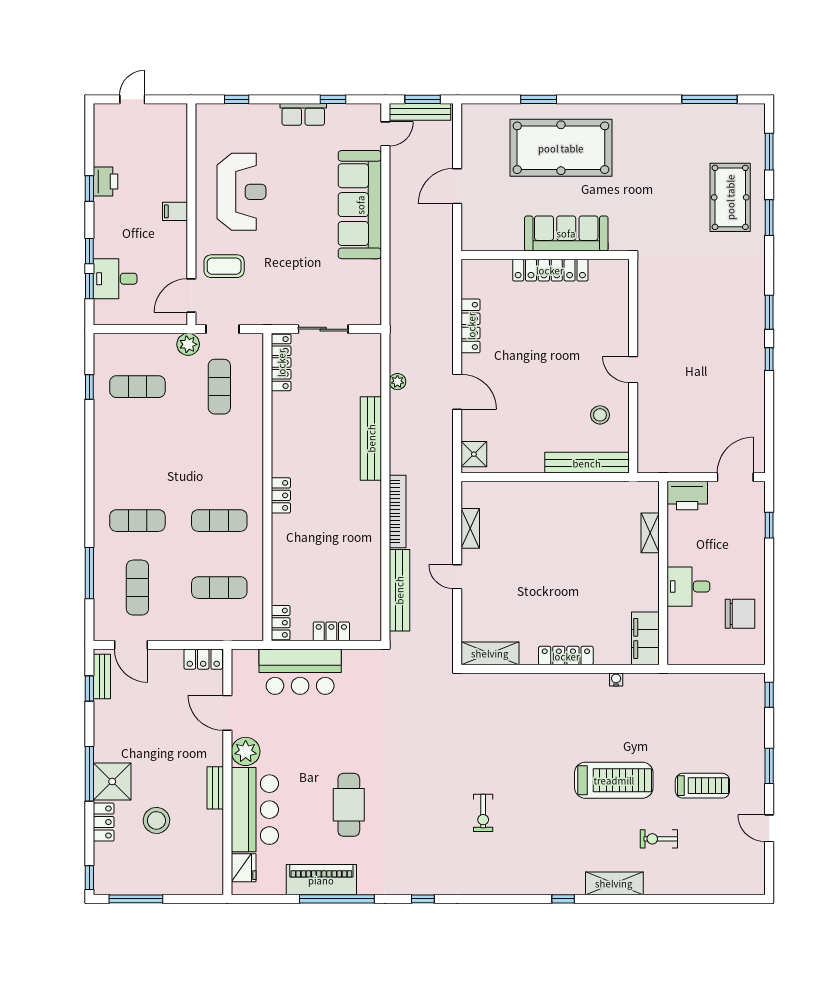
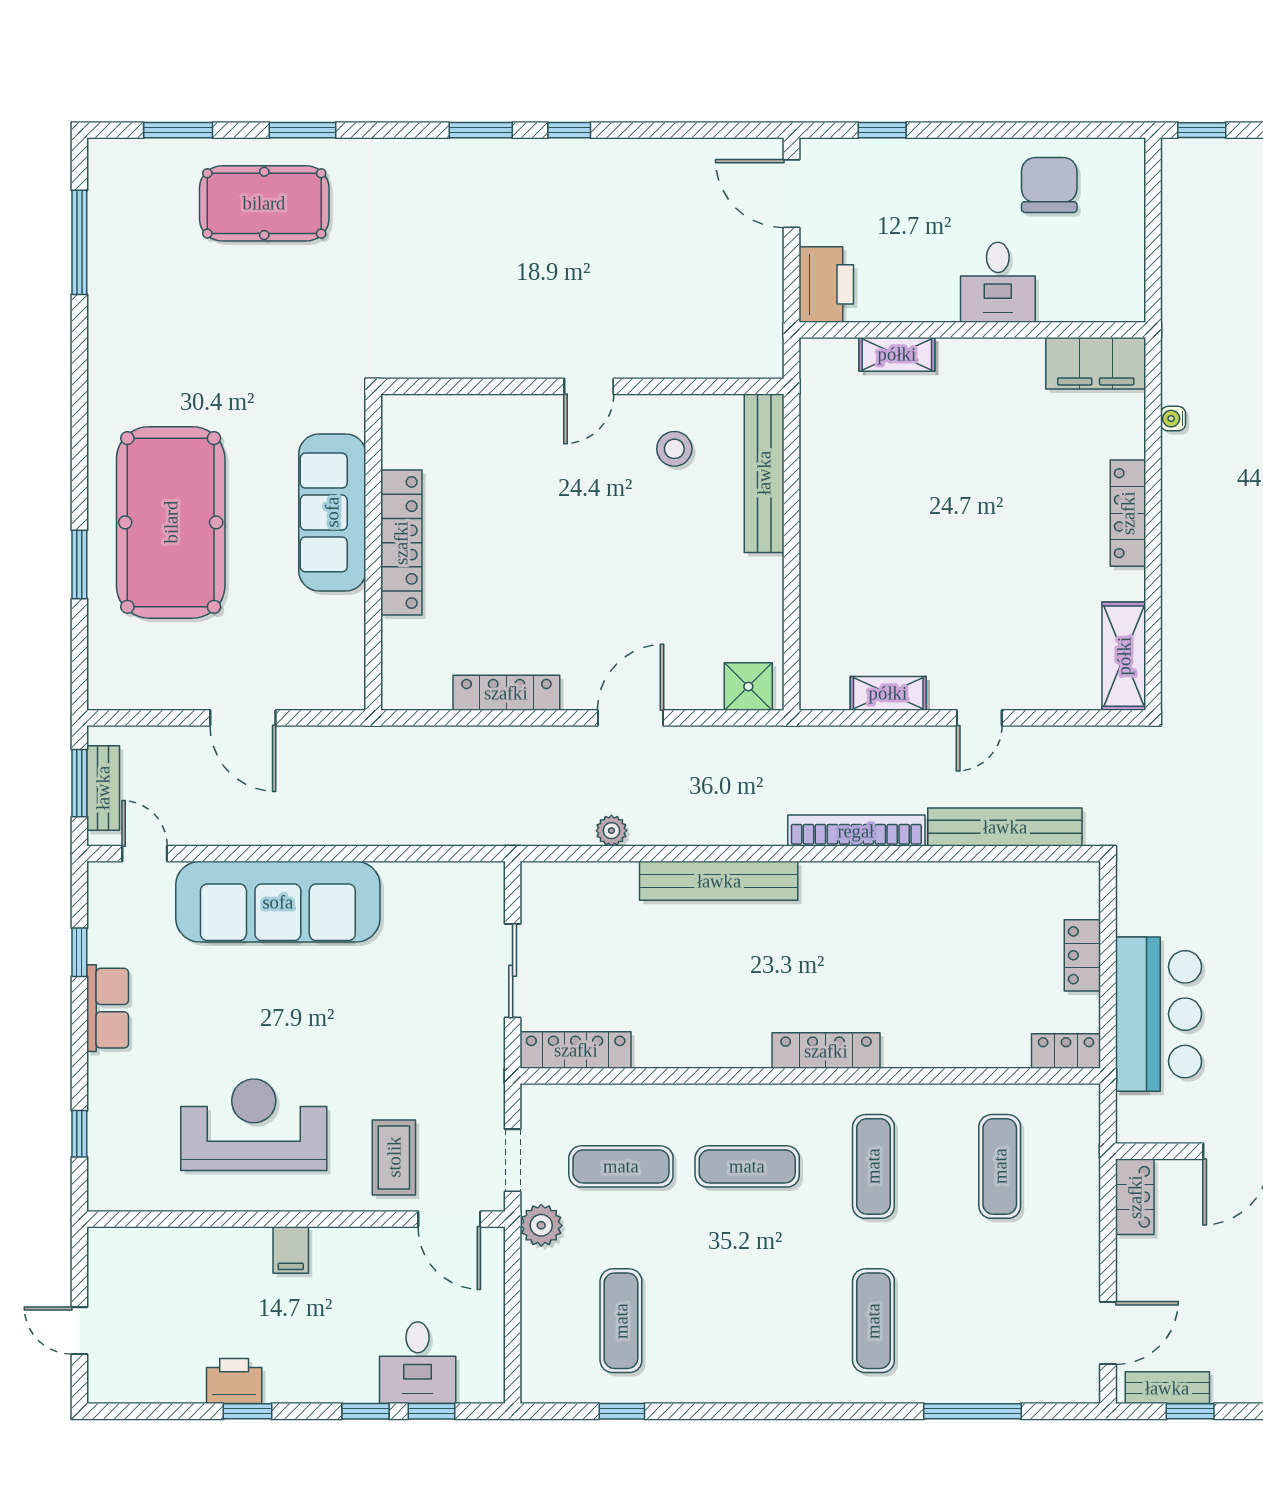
bench: (420, 112) -> (103, 788), width x0.73
locker: (281, 495) -> (826, 1051), width x1.53
exercise mat: (137, 588) -> (747, 1166), moved

